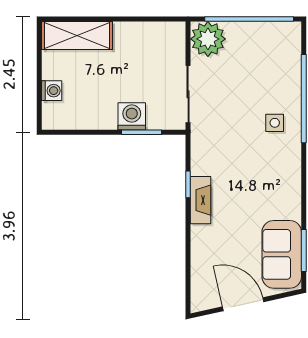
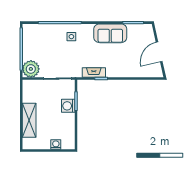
shelving: (77, 35) -> (29, 120), moved
fireplace: (201, 200) -> (94, 73), moved
sofa: (282, 254) -> (110, 33), moved

